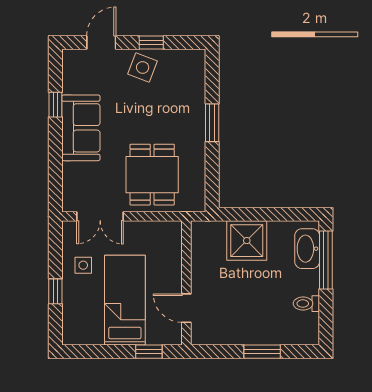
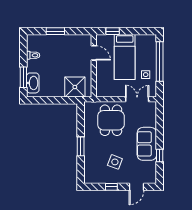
side table: (143, 67) -> (115, 162), moved
shower: (247, 241) -> (75, 87), moved
window: (326, 260) -> (23, 77), width x0.69
window: (55, 291) -> (160, 61), width x3.17

